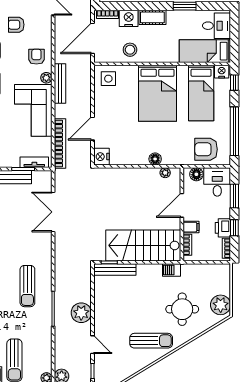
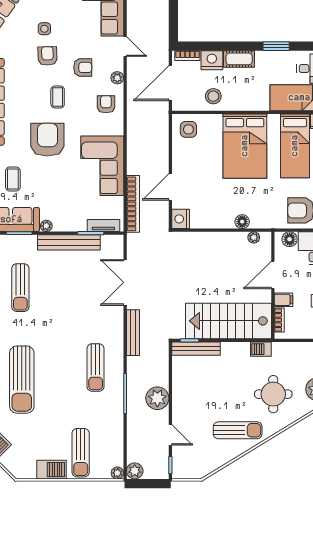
armchair: (16, 25) -> (83, 67), turned 180
plant: (46, 78) -> (117, 78), moved
bench: (60, 83) -> (133, 333), moved

